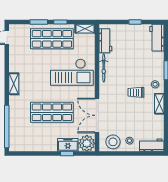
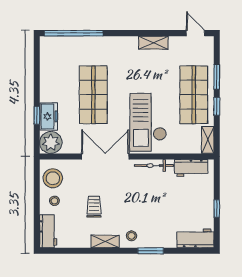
shelving: (14, 84) -> (153, 43), moved
trolley: (136, 92) -> (94, 206), moved
double door: (97, 115) -> (105, 156), moved

